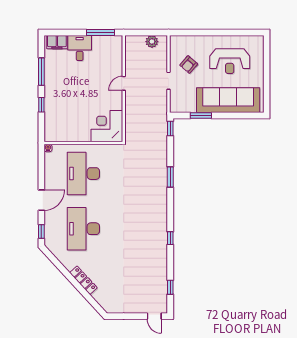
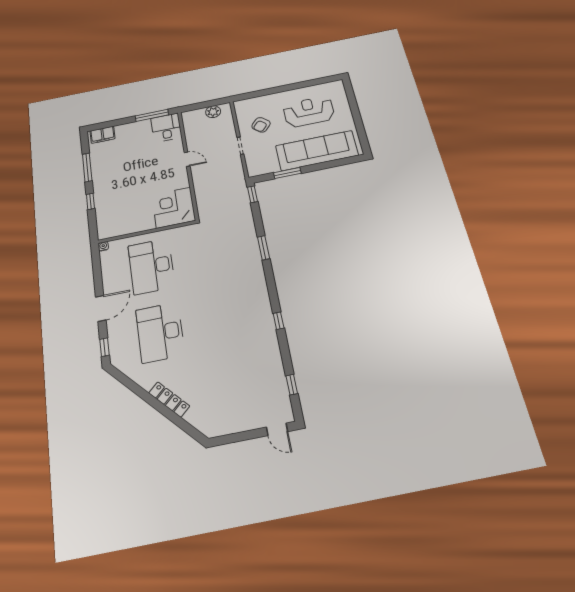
desk: (80, 48) -> (166, 128), moved
reception desk: (230, 61) -> (309, 112), turned 180
door: (124, 83) -> (187, 159), swing flipped

